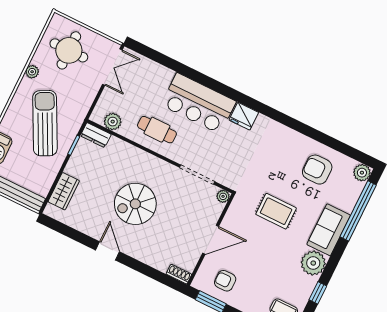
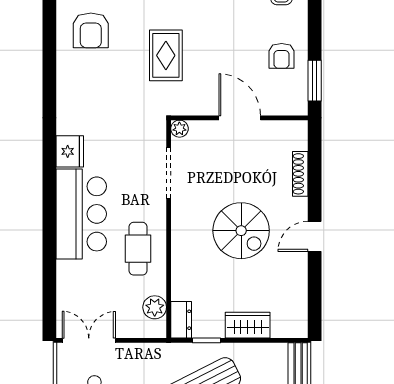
wardrobe: (64, 191) -> (248, 325), moved
shoe rack: (179, 274) -> (300, 174), moved, width x1.43
armchair: (225, 281) -> (282, 56), moved

